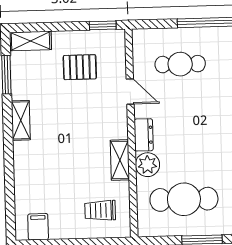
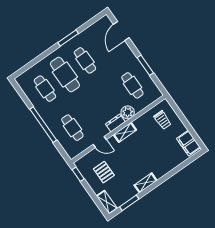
door: (130, 92) -> (100, 142), swing flipped
shelving: (120, 160) -> (125, 132), moved
cafe table: (184, 199) -> (132, 85), width x0.73, depth x0.74
filing cabinet: (38, 227) -> (188, 143), width x2.00

